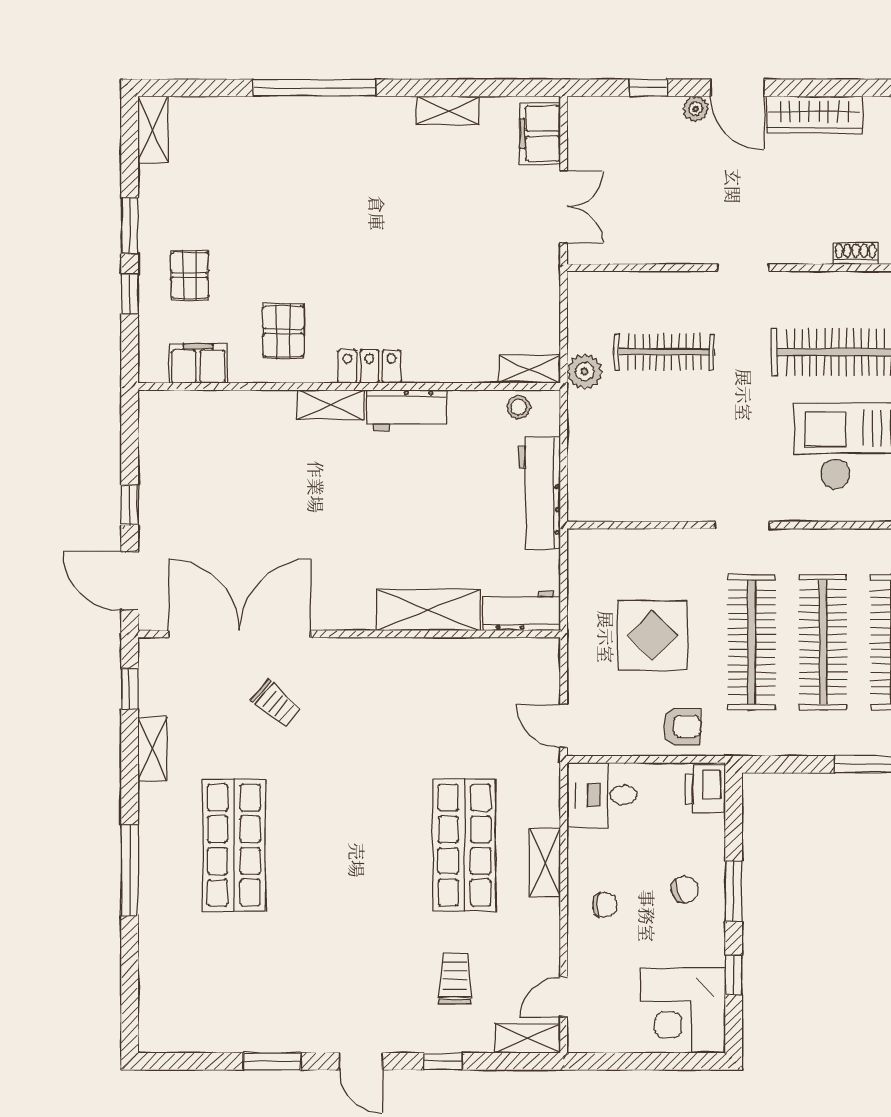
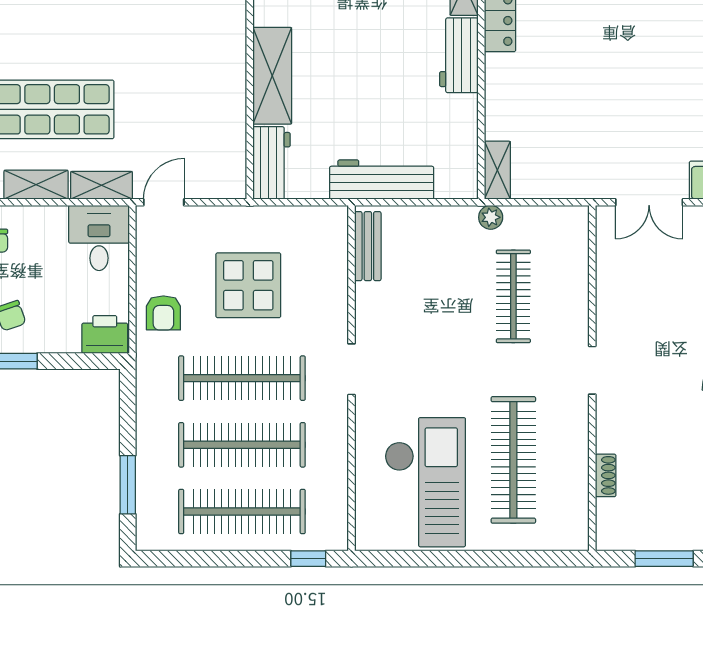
plant: (585, 371) -> (491, 217), width x0.73, depth x0.73
stool: (519, 407) -> (462, 160), removed
bench: (611, 508) -> (368, 246), added
shelving: (545, 792) -> (102, 185), added

